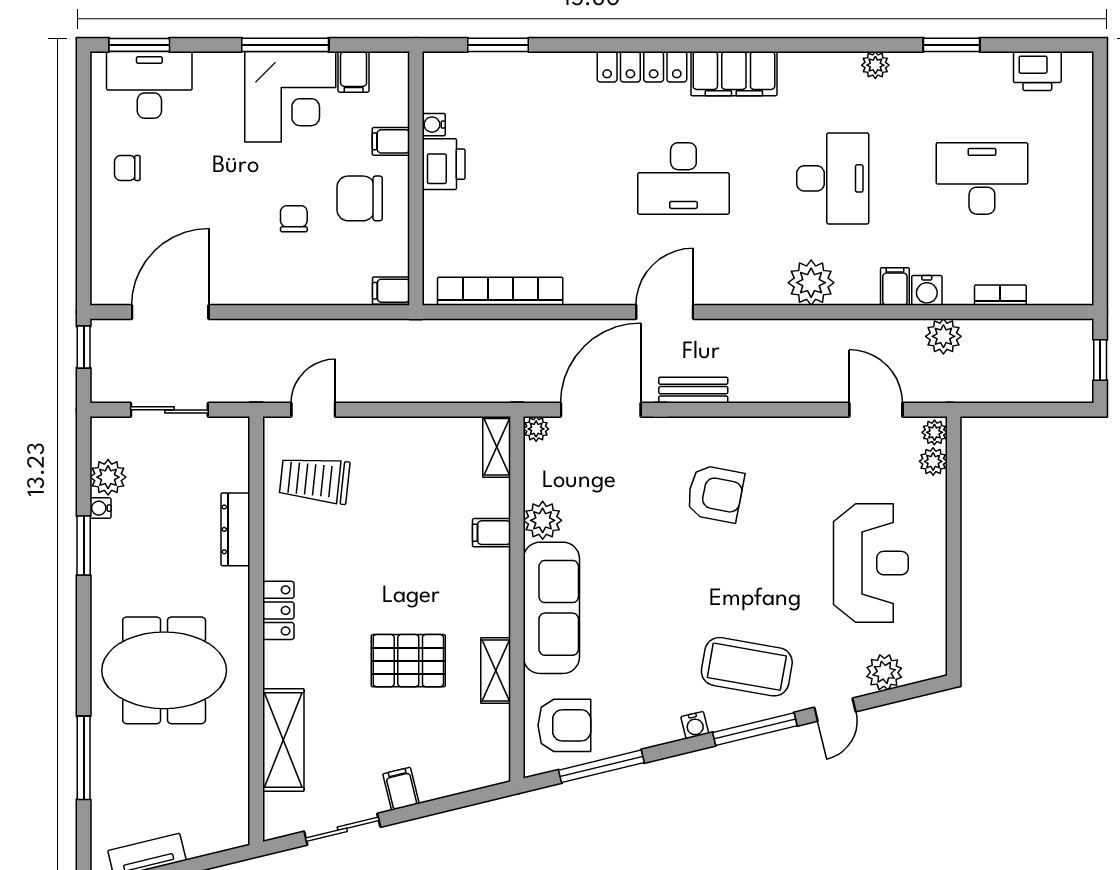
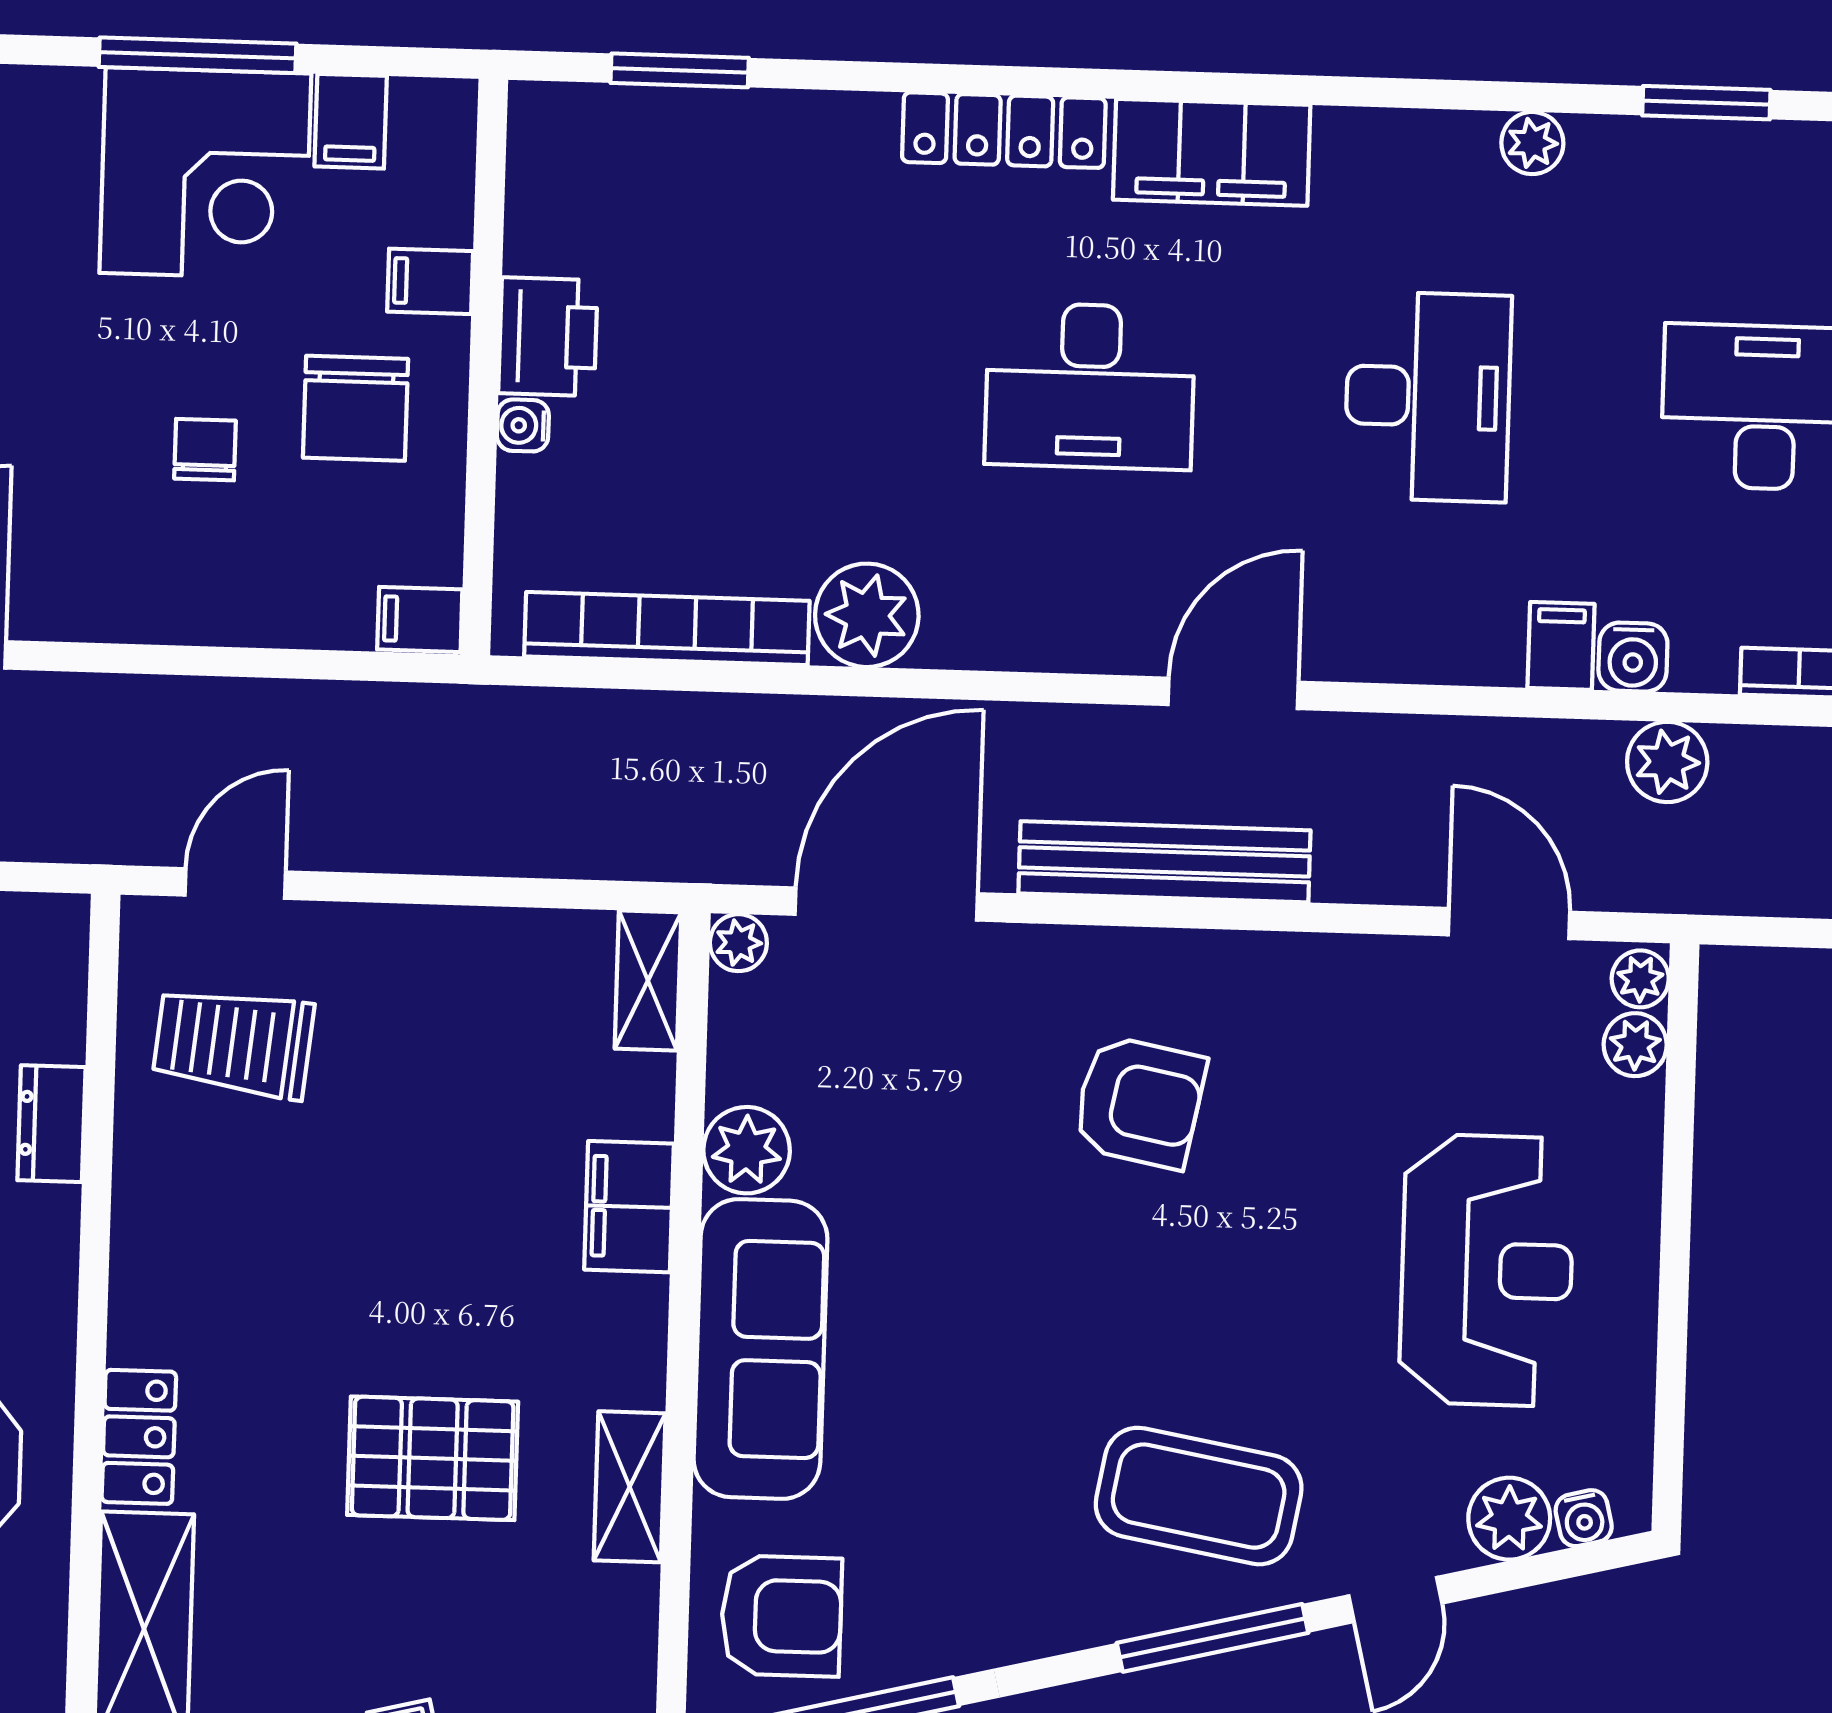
water cooler: (434, 125) -> (523, 425), moved
chair: (360, 198) -> (356, 408), turned -90
plant: (811, 283) -> (867, 615), moved
door: (665, 312) -> (1233, 693), moved
bench: (693, 390) -> (1164, 862), width x1.86, depth x1.21
dresser: (235, 529) -> (51, 1124), width x0.70
filing cabinet: (491, 533) -> (629, 1207), width x2.00
locker: (278, 610) -> (139, 1437), moved
water cooler: (695, 725) -> (1584, 1518), moved

